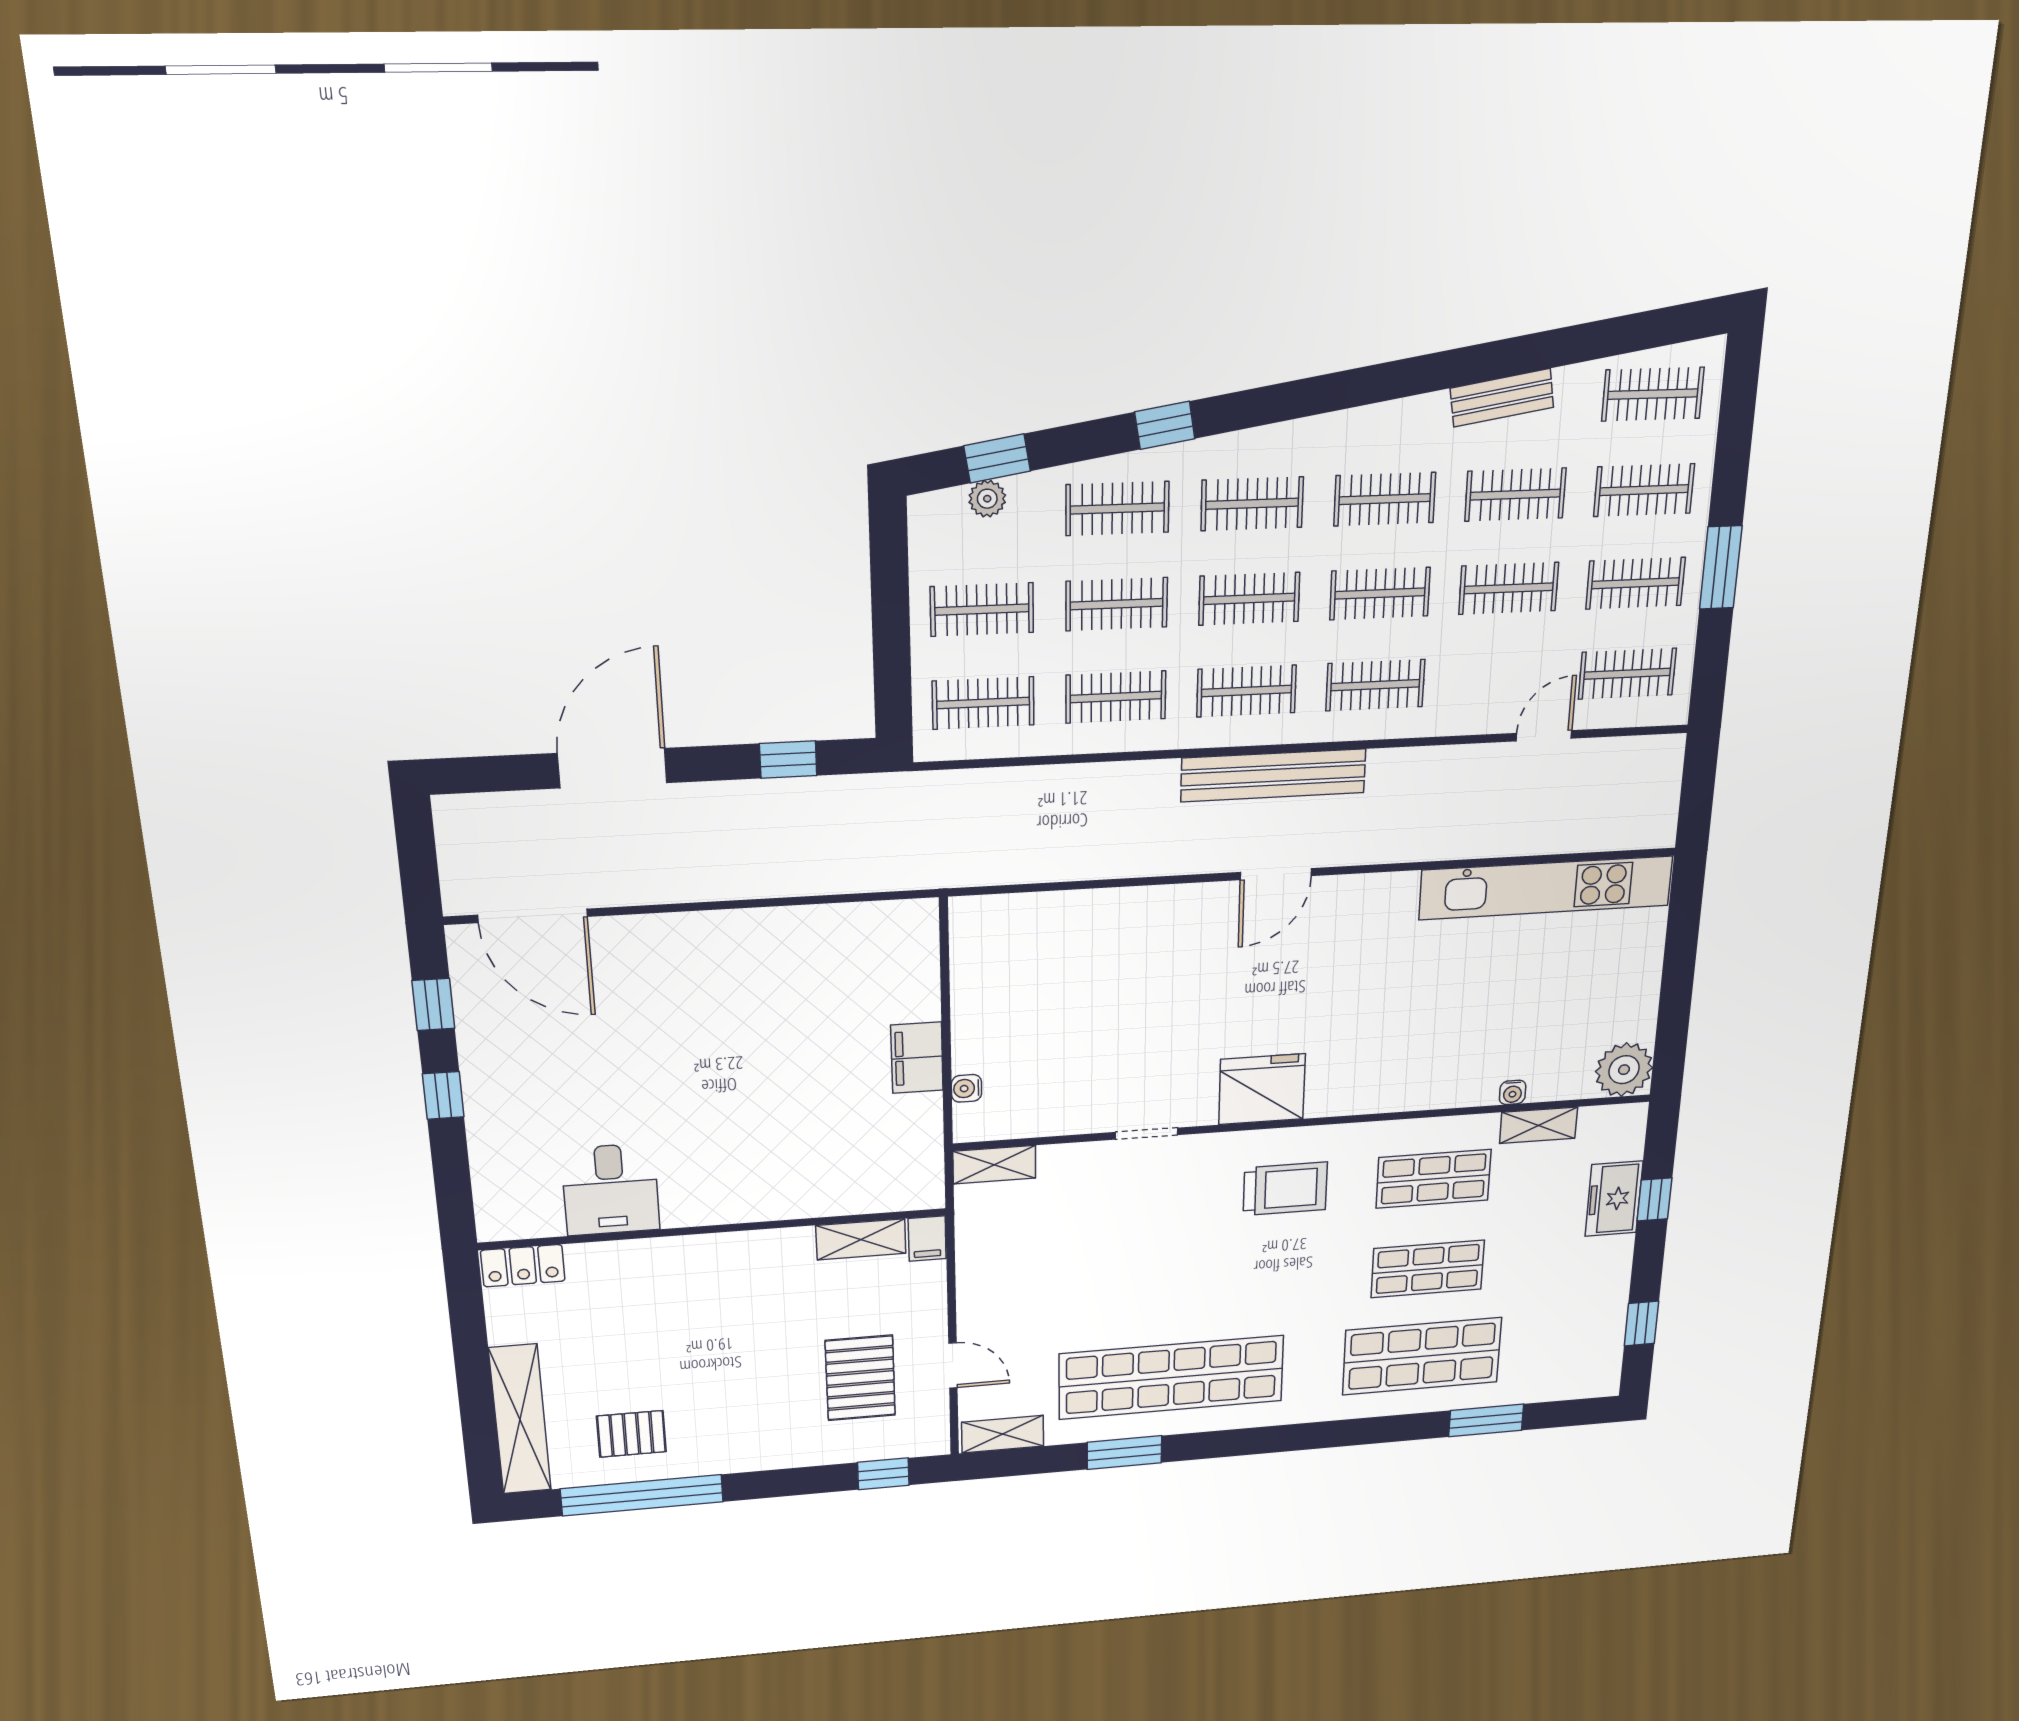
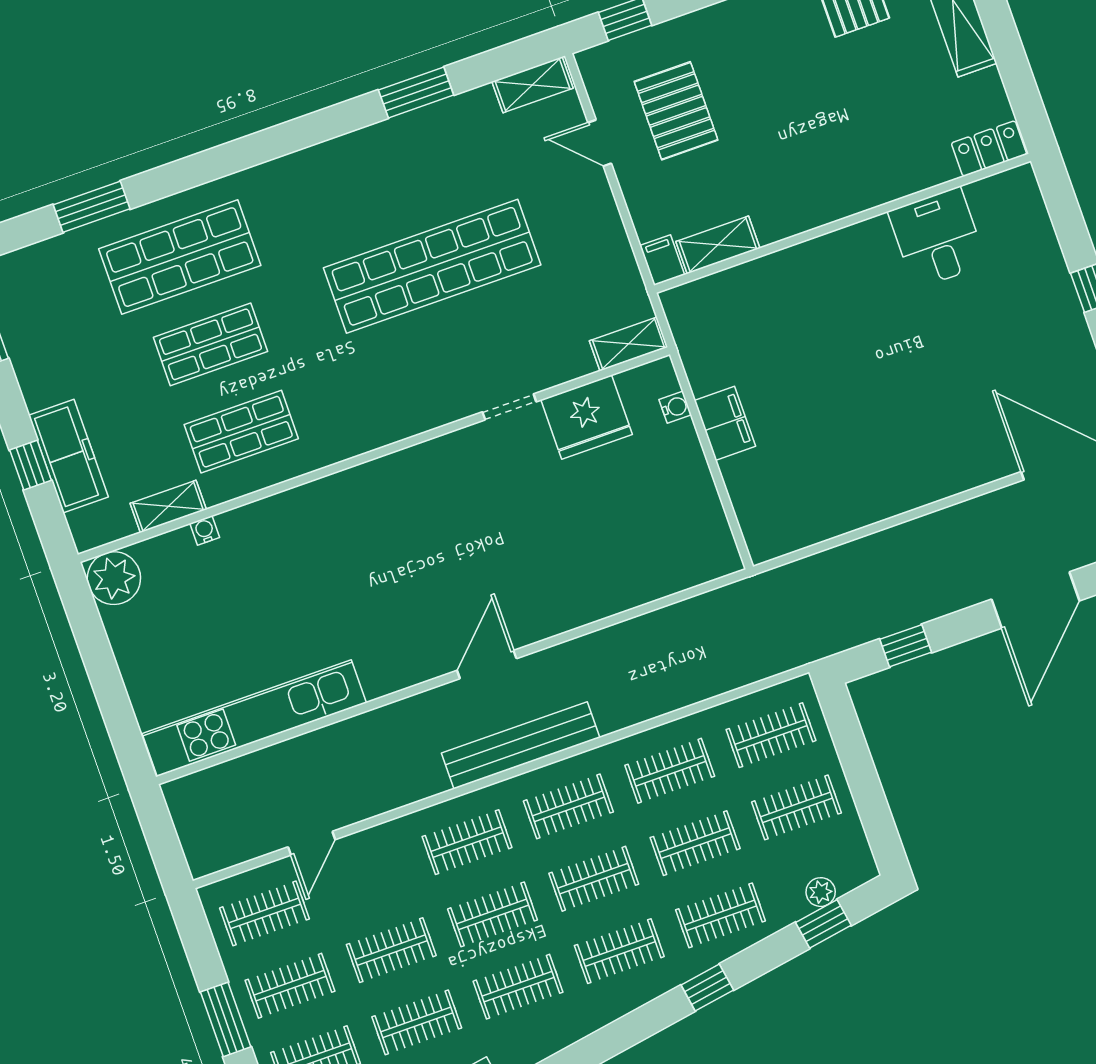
fridge: (1262, 1089) -> (587, 417), moved
trolley: (1285, 1189) -> (370, 388), removed
freezer: (1614, 1199) -> (68, 456), width x1.40
shop shelf: (1171, 1377) -> (432, 266), moved

